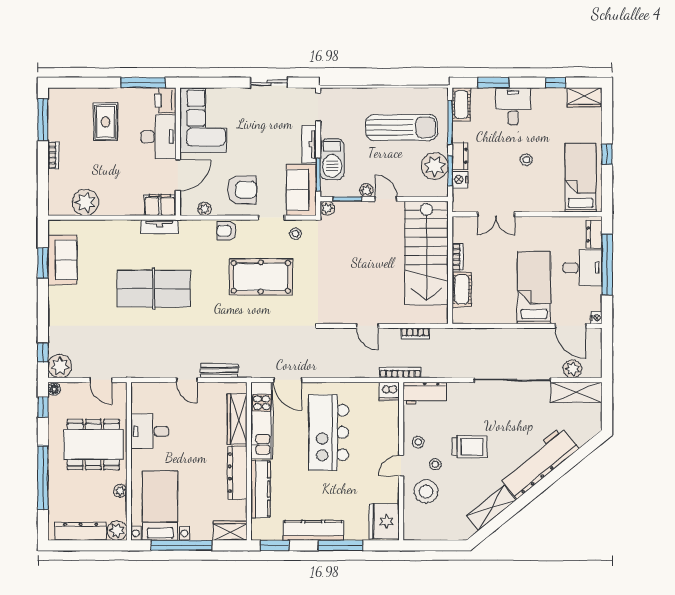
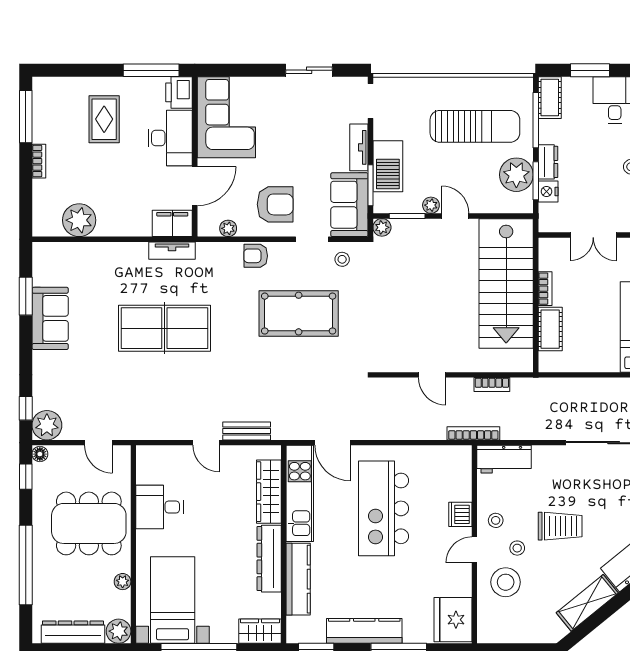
sofa: (62, 260) -> (50, 318), moved
dishwasher: (389, 391) -> (460, 514), moved, turned 90

